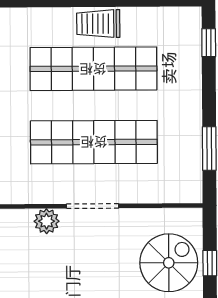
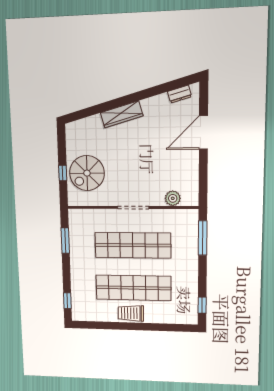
trolley: (98, 24) -> (131, 313), turned 180
plant: (47, 221) -> (173, 198), moved

